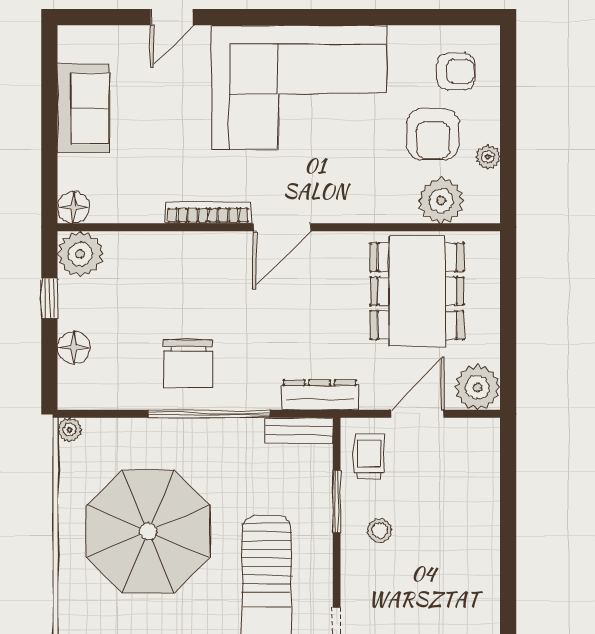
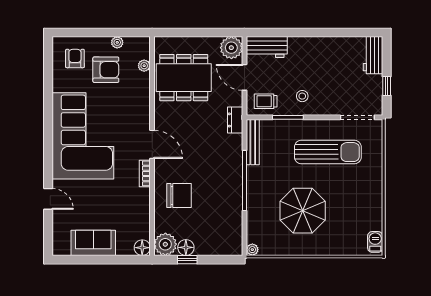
plant: (441, 201) -> (144, 66), width x0.53, depth x0.53
bookcase: (208, 213) -> (145, 173), width x0.64
floor lamp: (74, 348) -> (186, 247), moved
chair: (188, 364) -> (179, 196), moved
dresser: (320, 395) -> (235, 120), width x0.70
bench: (299, 431) -> (253, 142), width x1.36
workbench: (479, 459) -> (267, 47), added
parasol: (148, 531) -> (303, 211), width x0.73, depth x0.73

